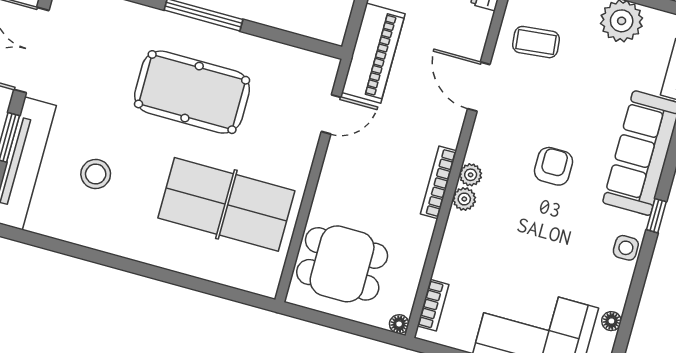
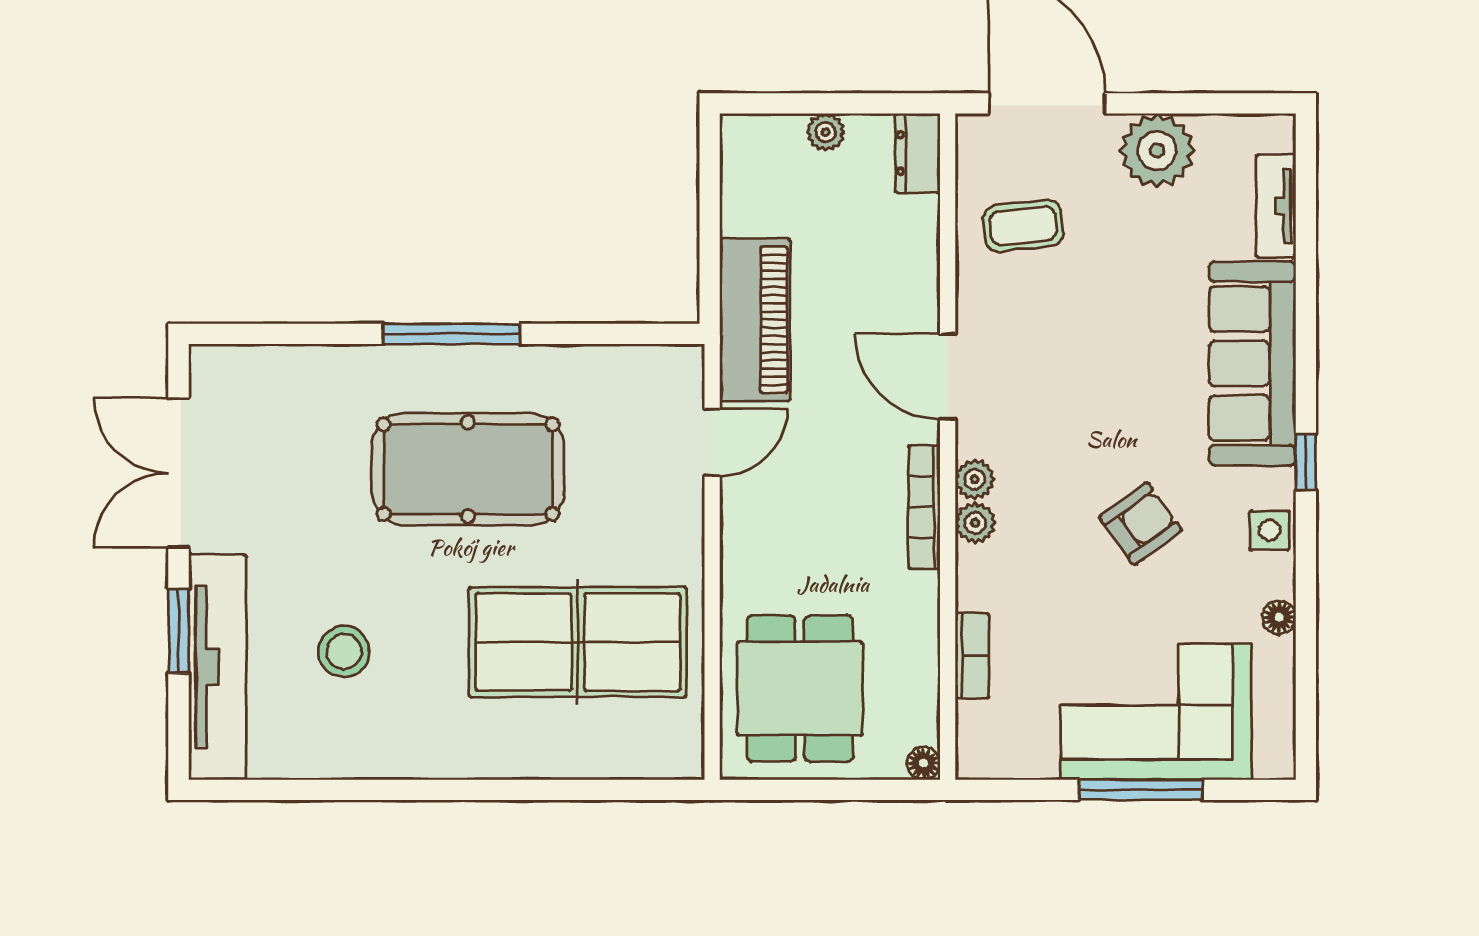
door: (479, 87) -> (948, 376), moved
armchair: (554, 166) -> (1140, 524), moved, turned 54
dining table: (342, 264) -> (800, 689), turned 90
bookcase: (433, 305) -> (972, 656), moved
floor lamp: (611, 321) -> (1279, 617), moved

